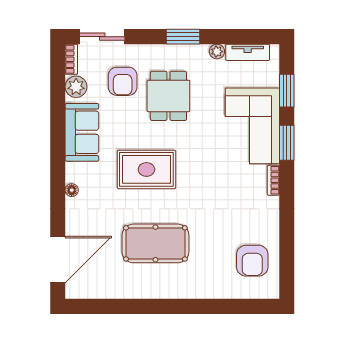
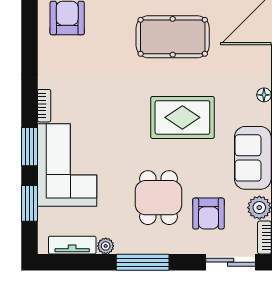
window: (183, 37) -> (143, 262), width x1.44
armchair: (123, 81) -> (208, 214), turned 180

